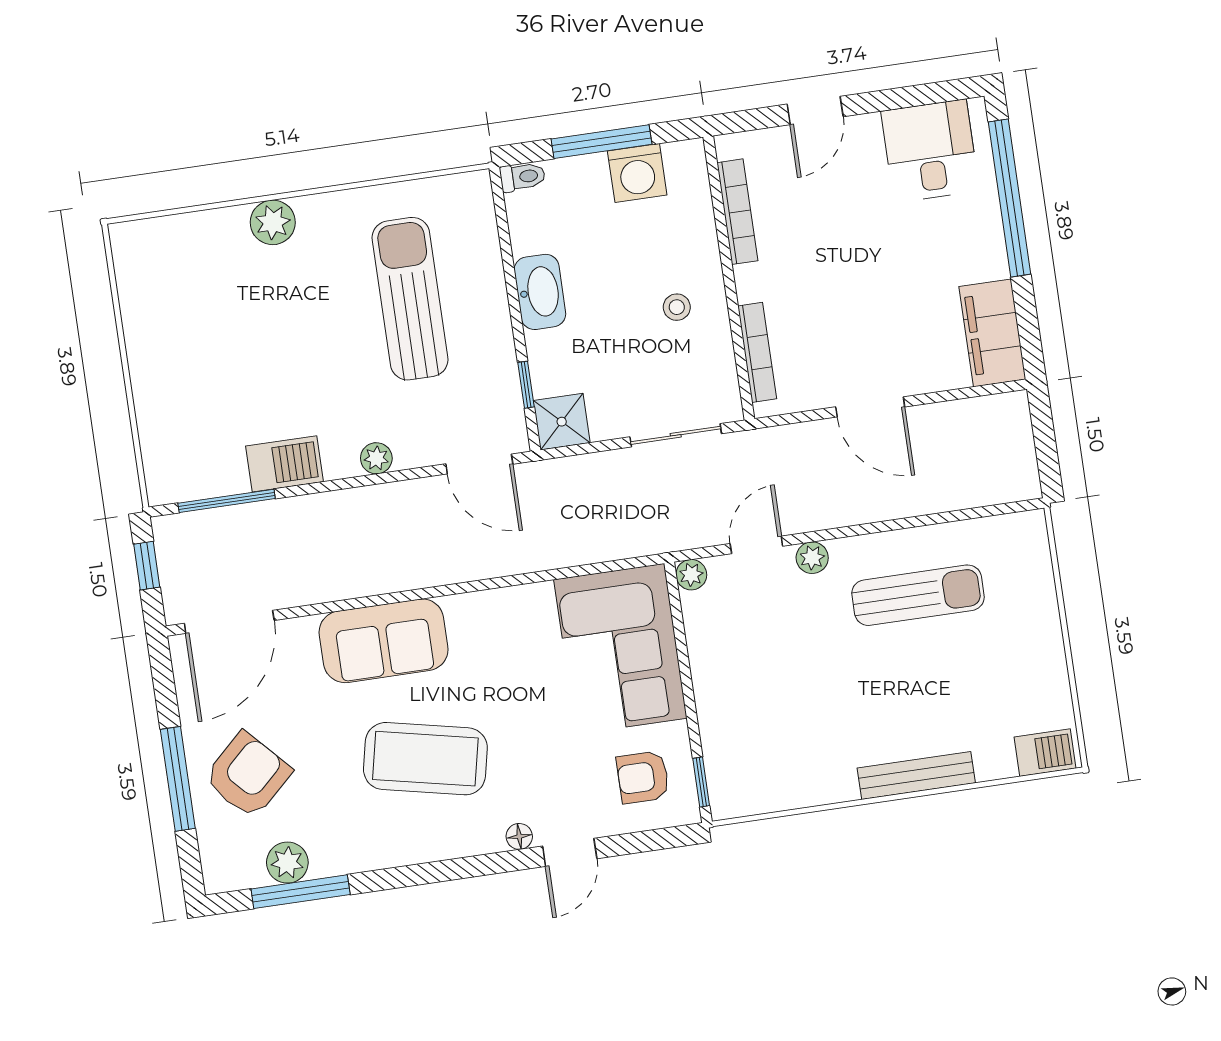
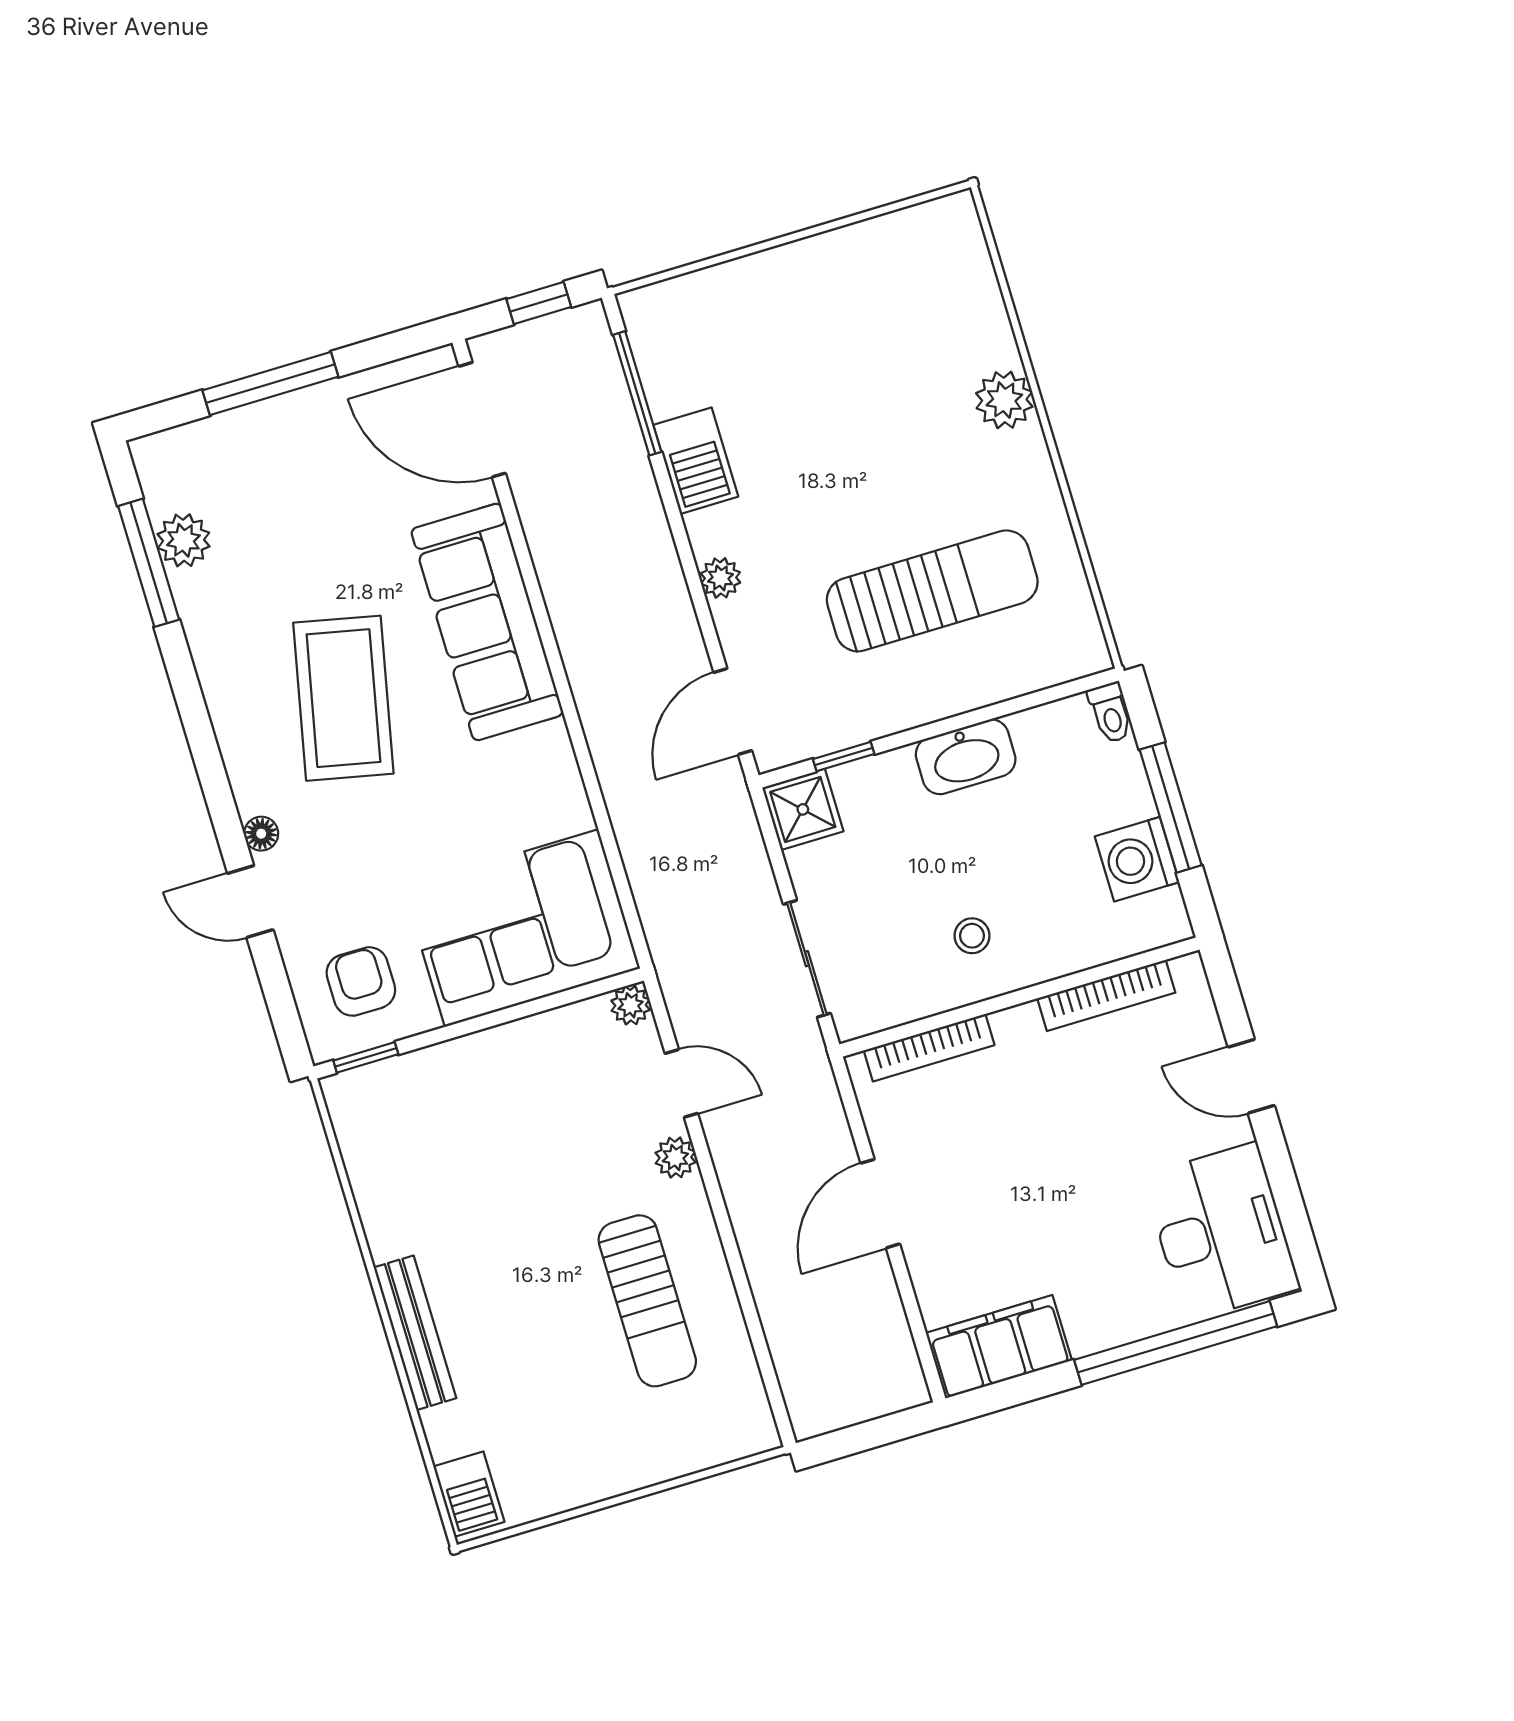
desk: (930, 151) -> (1221, 1232), width x1.37
sofa: (384, 641) -> (487, 622), width x1.36
armchair: (248, 775) -> (288, 473), removed

